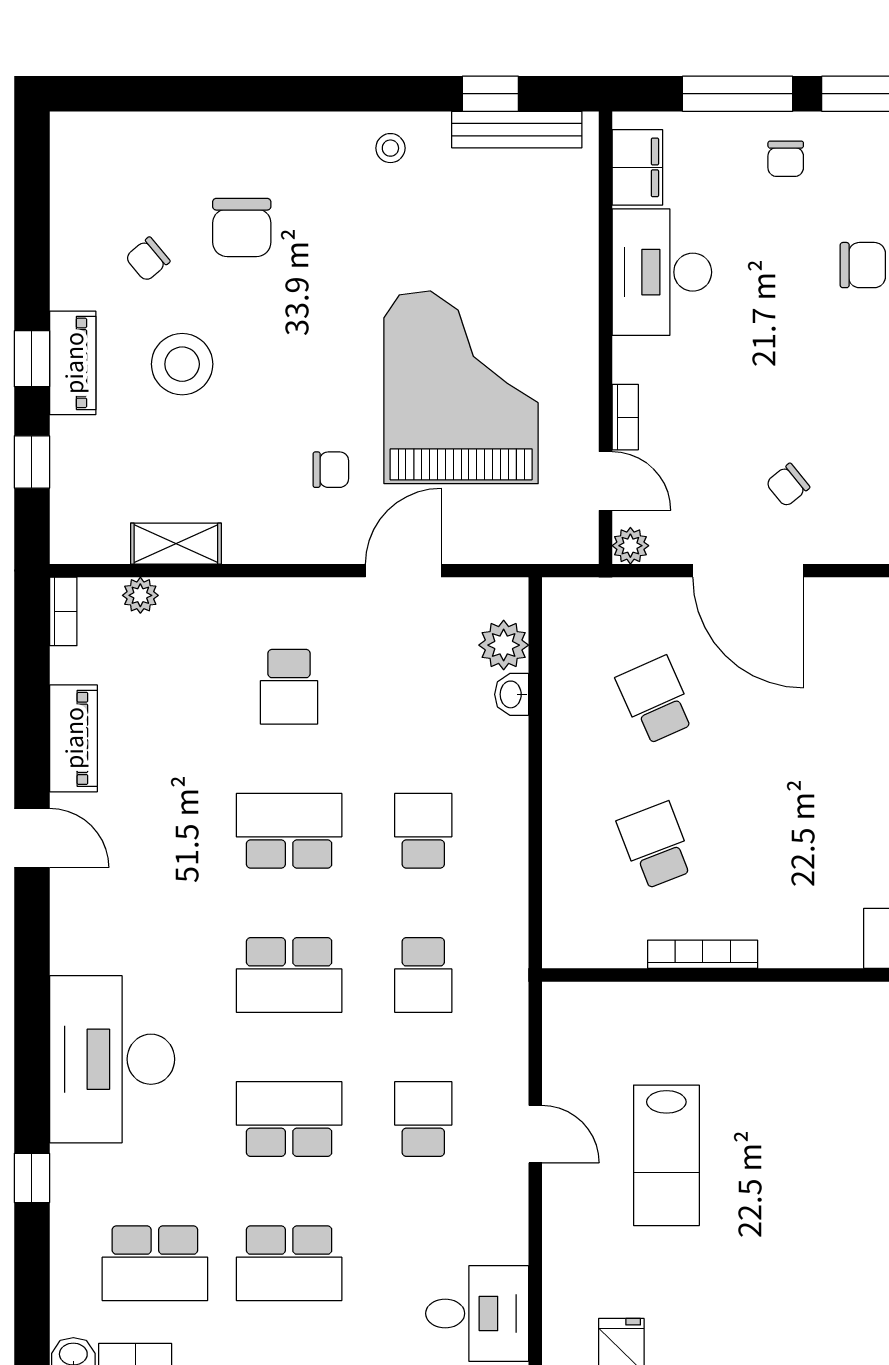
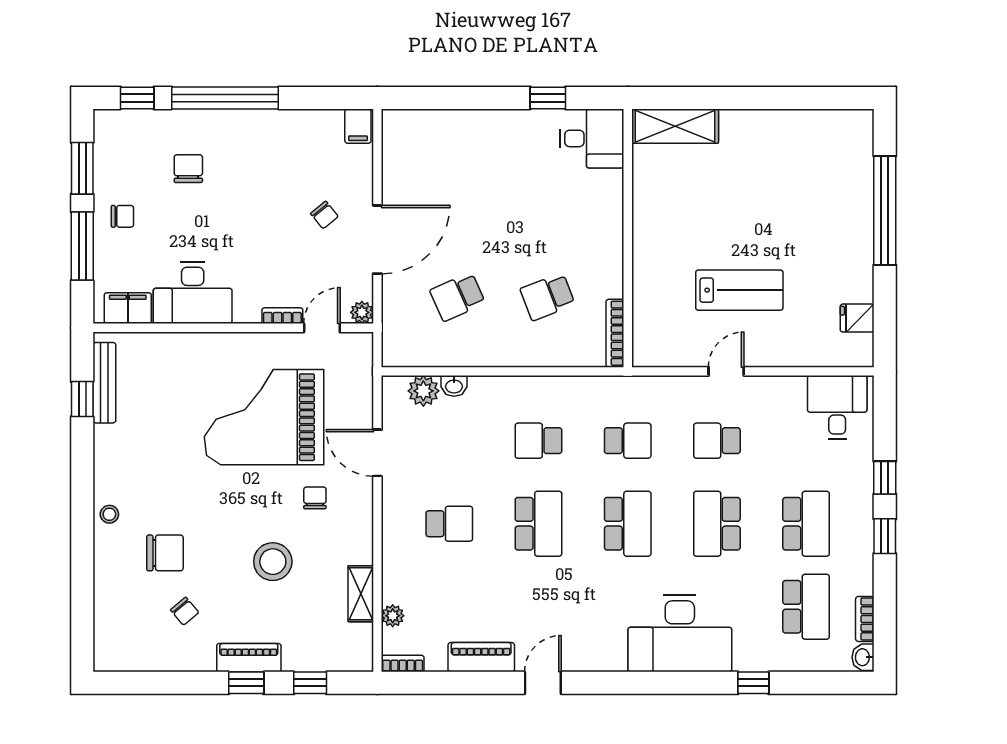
stool: (390, 148) -> (109, 514), moved
stool: (182, 364) -> (273, 562), moved
school desk: (289, 831) -> (538, 524), turned 180
bookcase: (703, 954) -> (615, 333), moved

